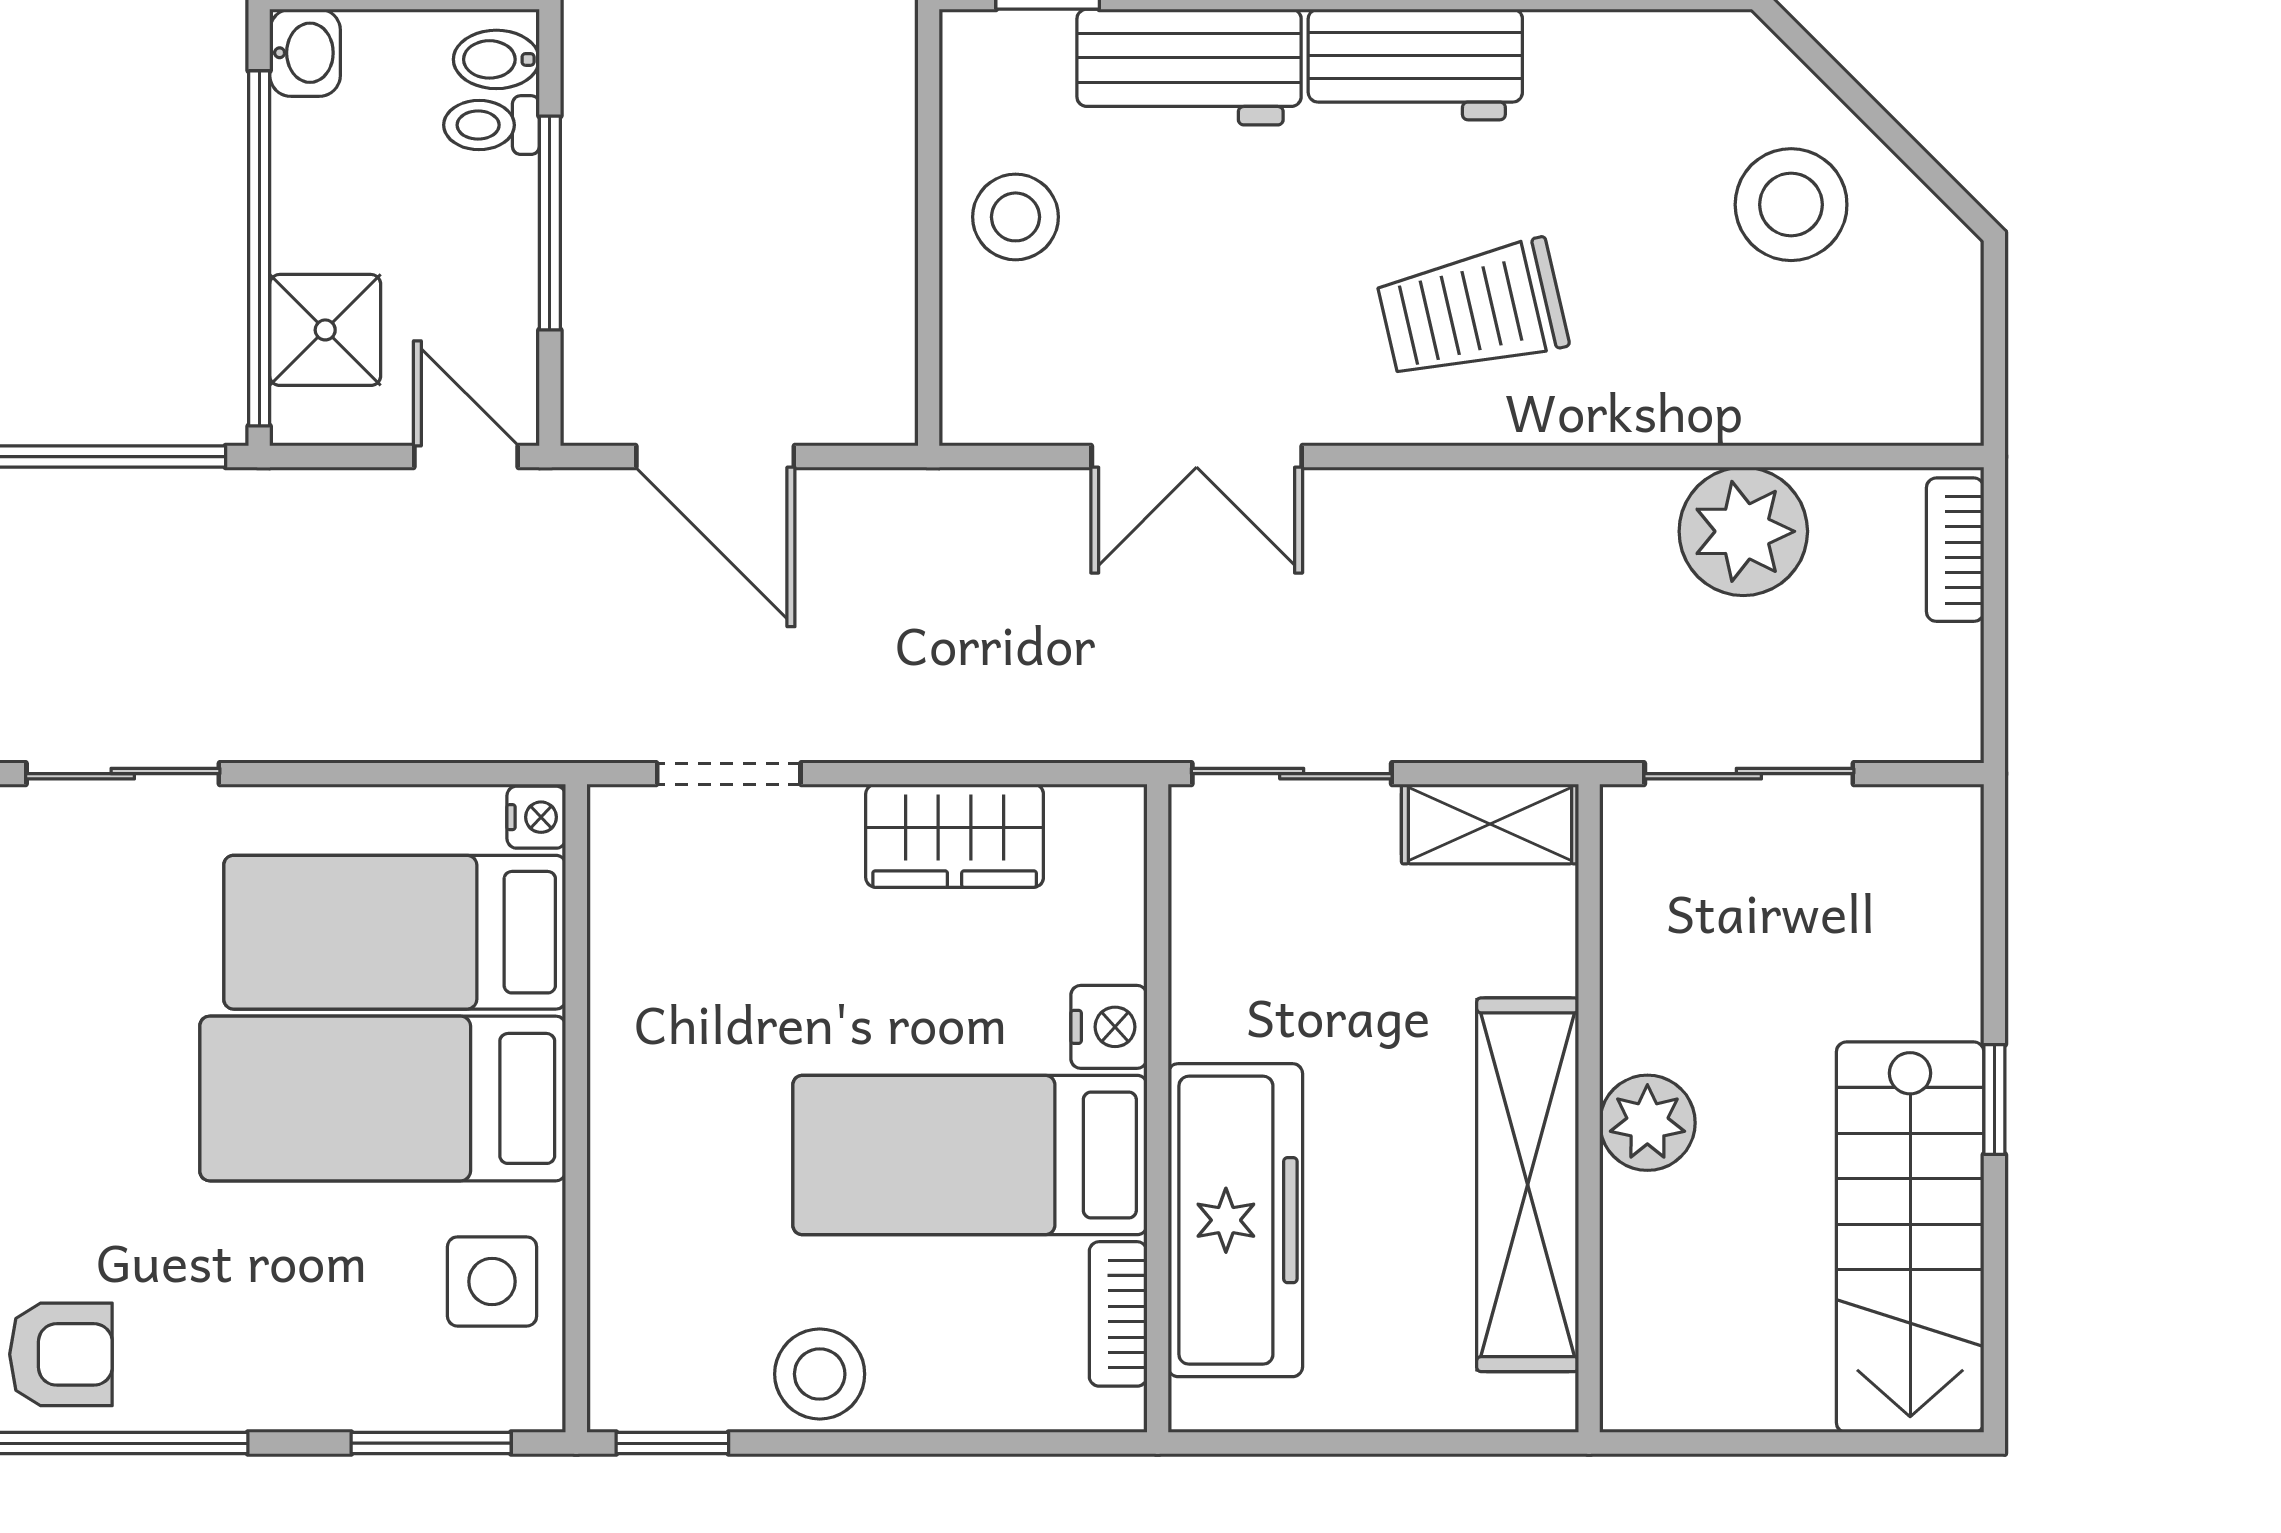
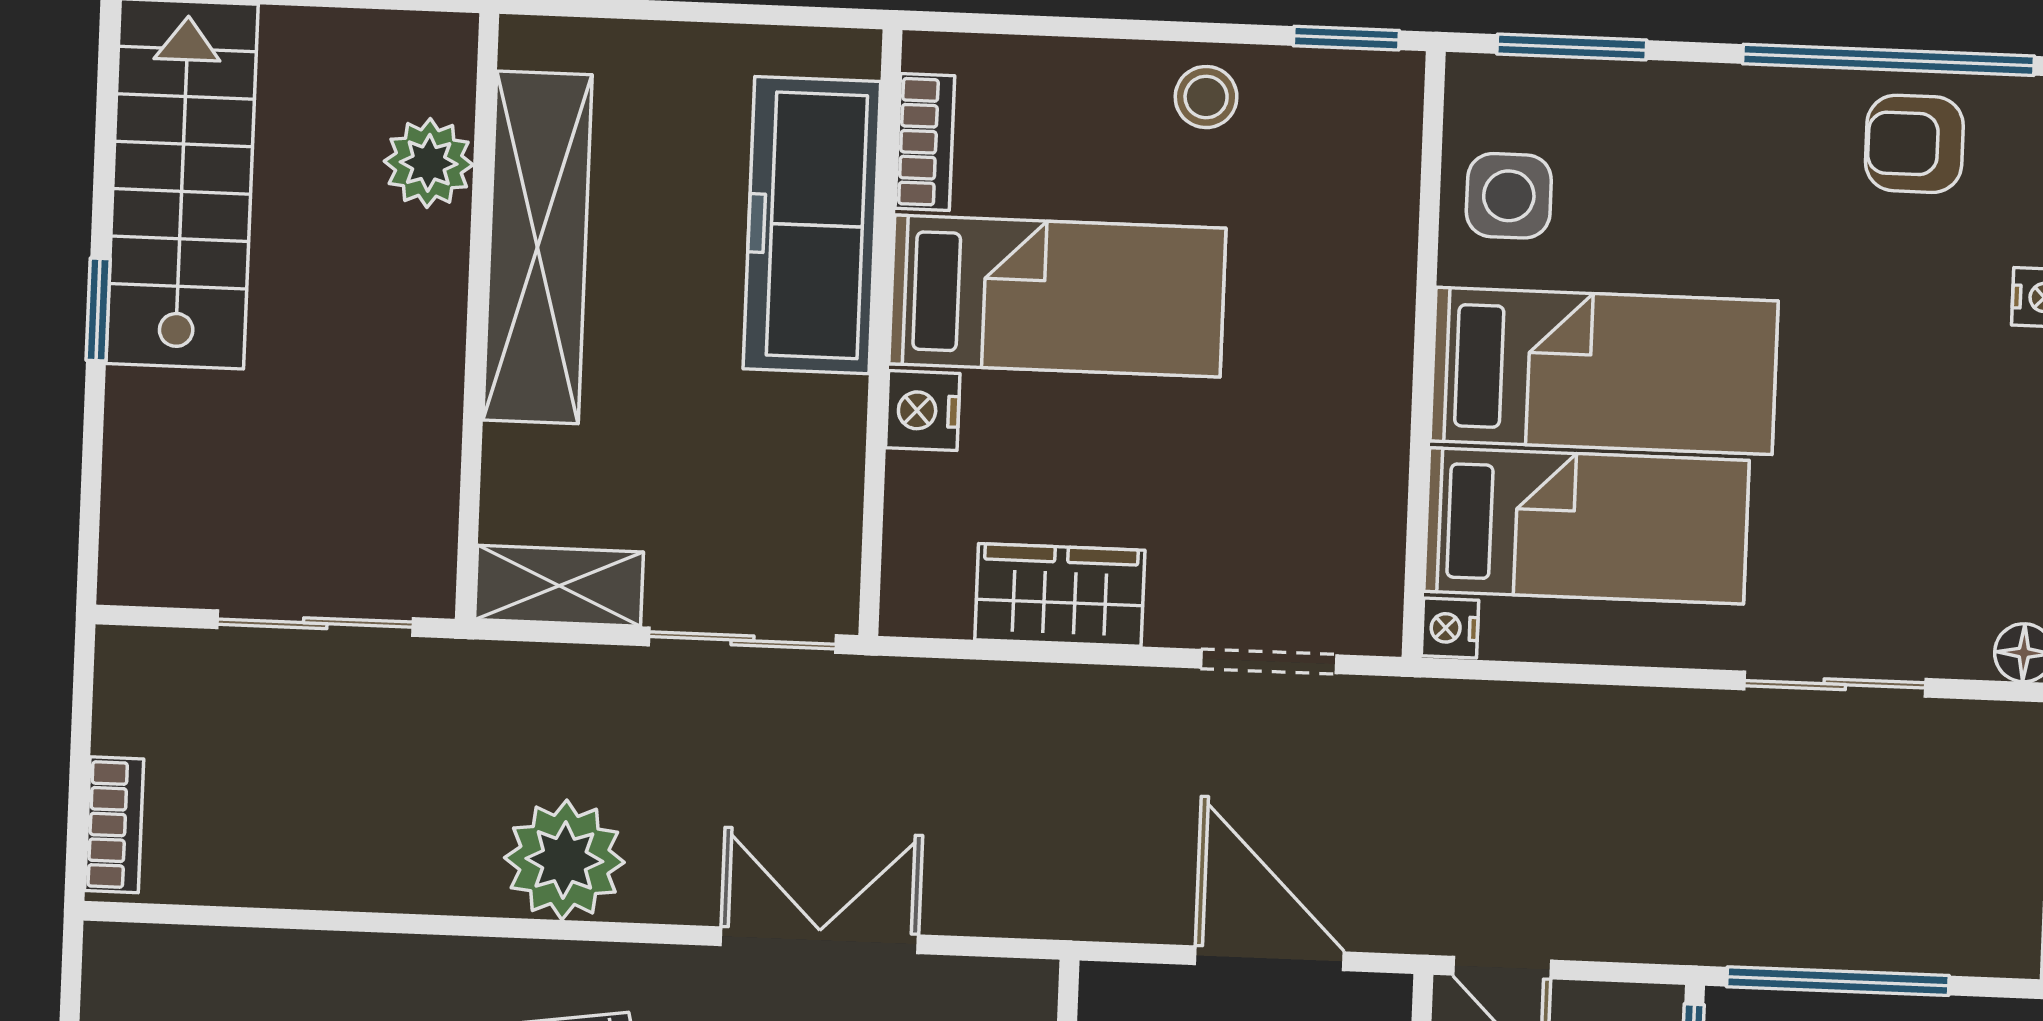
plant: (1743, 531) -> (564, 860), moved
plant: (1647, 1123) -> (429, 163), moved
stool: (820, 1374) -> (1206, 97), width x0.73, depth x0.73

